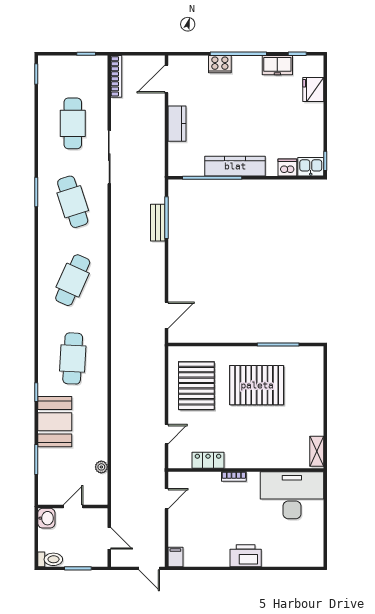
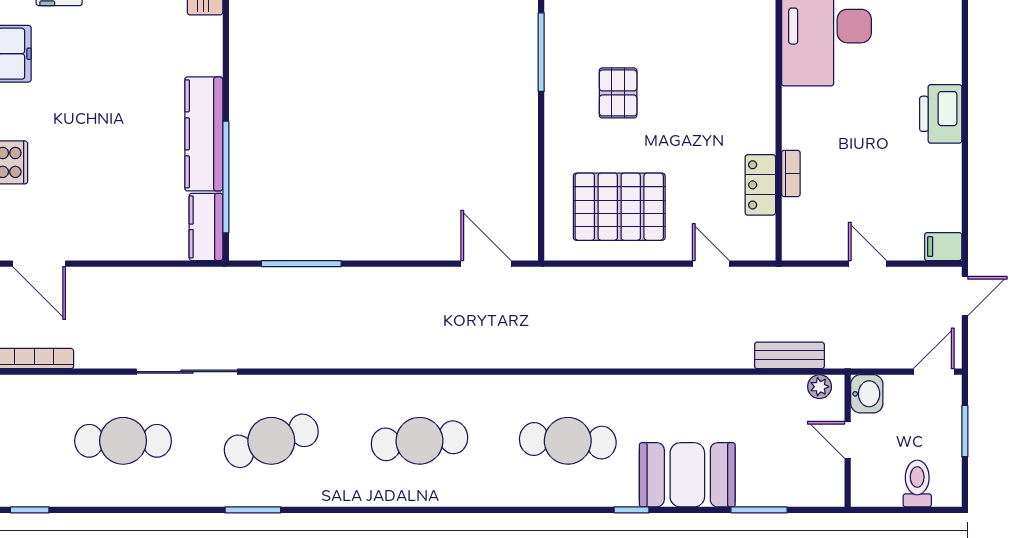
kitchen counter: (177, 124) -> (206, 227), moved, turned -90
dishwasher: (287, 168) -> (207, 35), removed
bench: (158, 223) -> (789, 355), moved
cafe table: (73, 280) -> (420, 441), turned -30
pallet: (257, 385) -> (618, 93), width x0.49, depth x0.50
plant: (101, 467) -> (820, 387), moved
bookcase: (234, 476) -> (791, 173), moved
door: (166, 499) -> (868, 264), moved
washbasin: (46, 518) -> (867, 394), moved, turned 90
door: (109, 538) -> (934, 372), moved
toilet: (50, 559) -> (917, 484), moved

